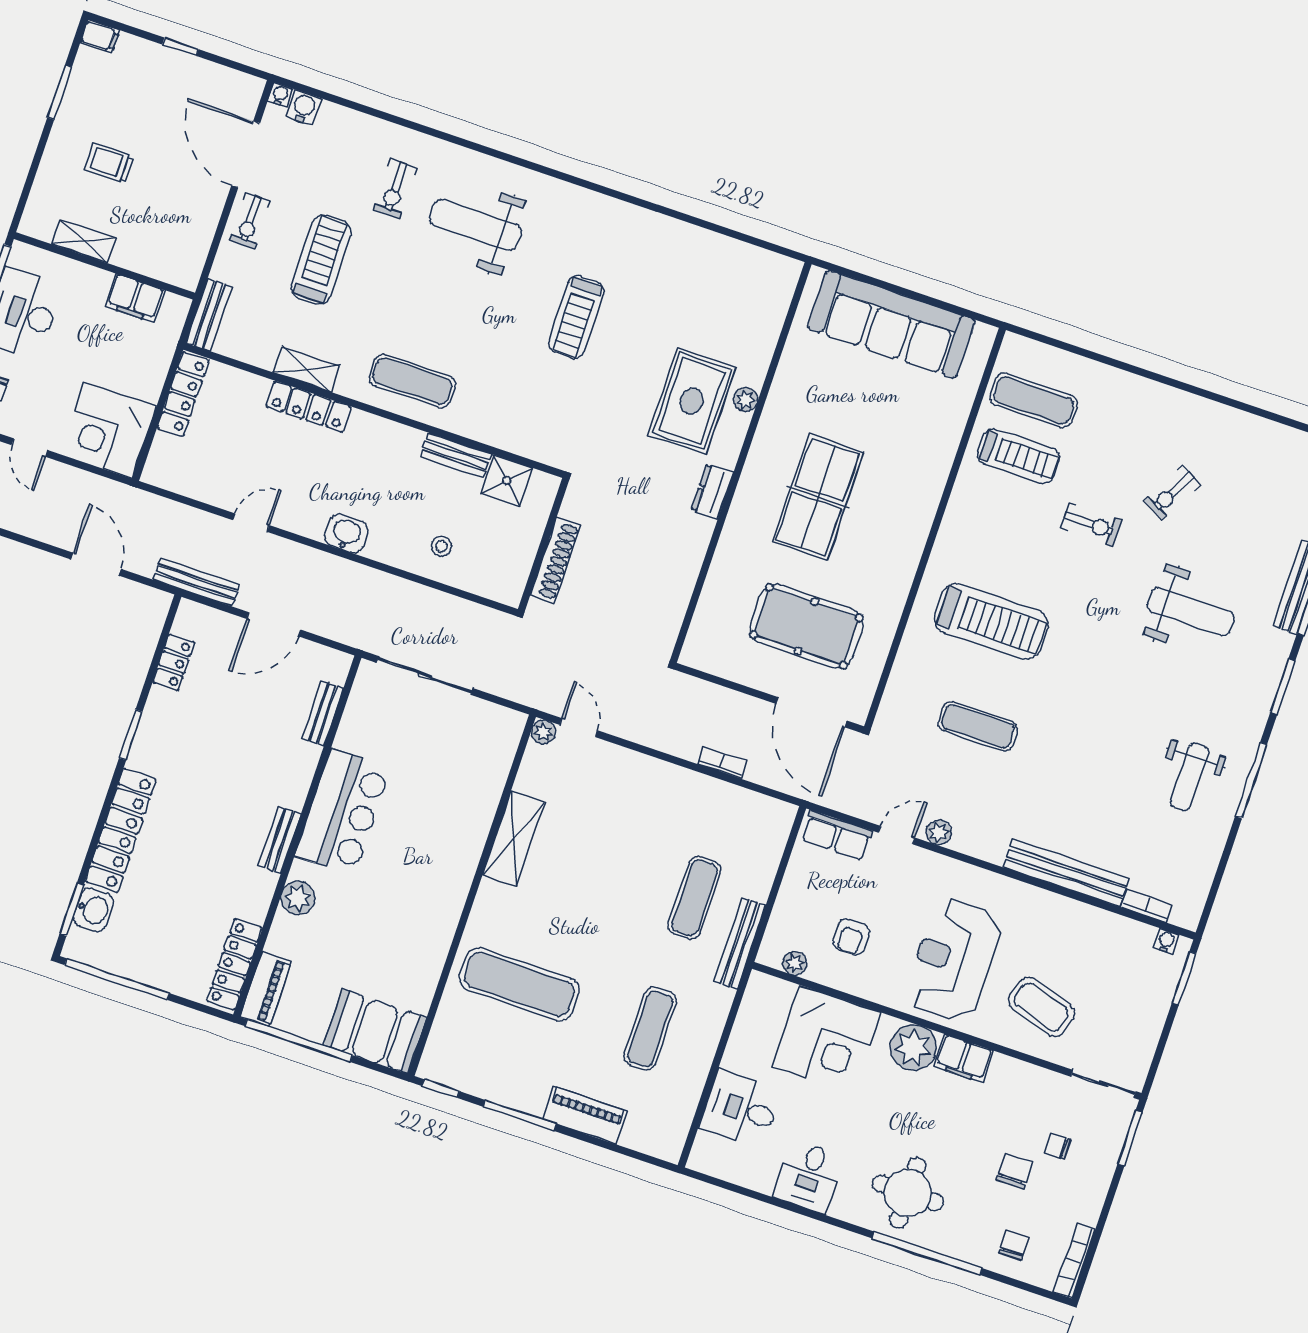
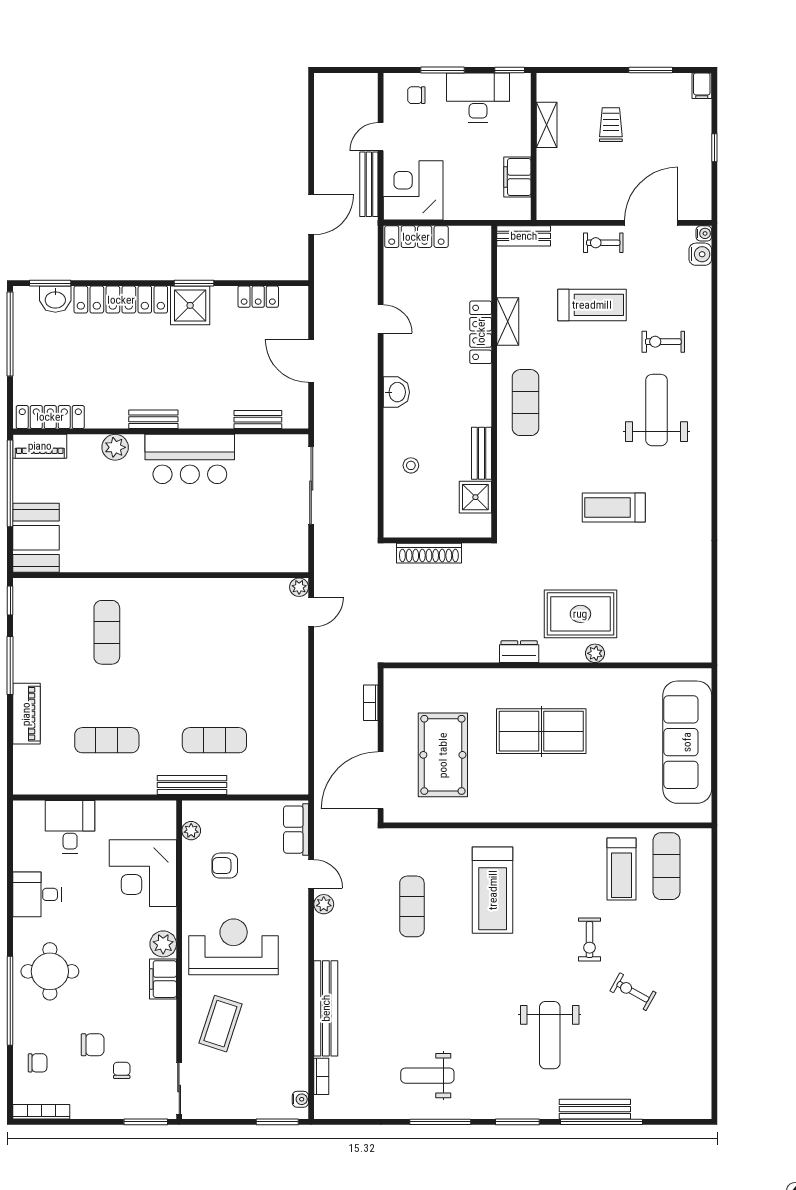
locker: (183, 394) -> (416, 237), moved
bench: (196, 582) -> (369, 184), moved
shower: (156, 749) -> (190, 305), added
bookcase: (722, 763) -> (371, 703), moved, turned 180
shelving: (514, 839) -> (213, 592), removed
exercise mat: (519, 984) -> (107, 632), width x0.73, depth x0.69
plant: (913, 1048) -> (163, 944), width x0.73, depth x0.73

